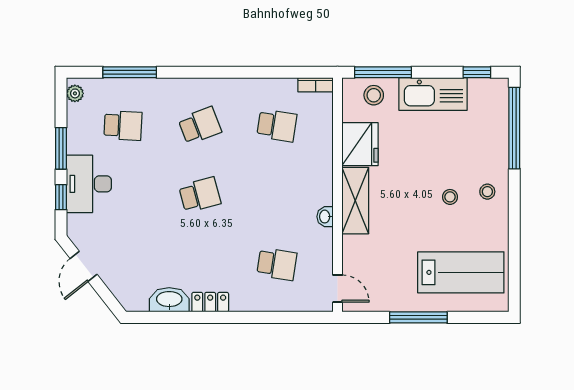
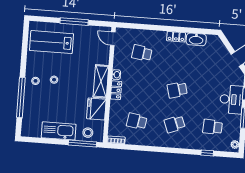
window: (130, 72) -> (207, 153), width x0.46
window: (477, 72) -> (36, 140), removed
window: (514, 128) -> (21, 98), moved
locker: (323, 185) -> (116, 90), added

